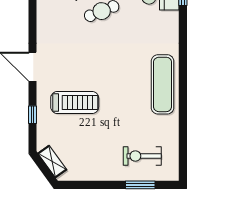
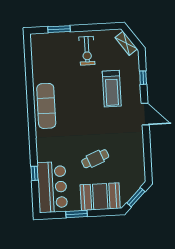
treadmill: (75, 102) -> (112, 89), turned -90
exercise bike: (142, 156) -> (87, 51), moved, turned 90

